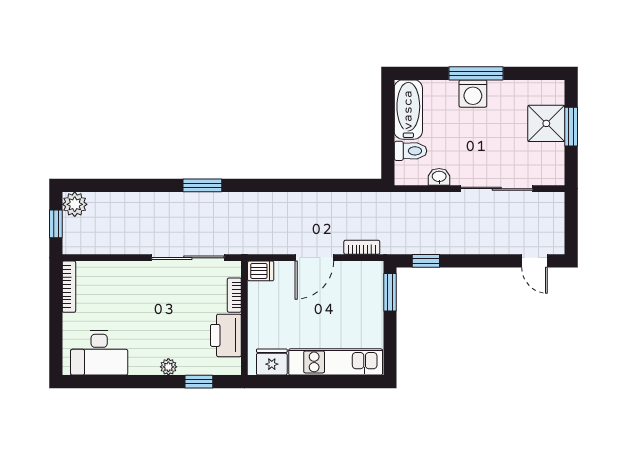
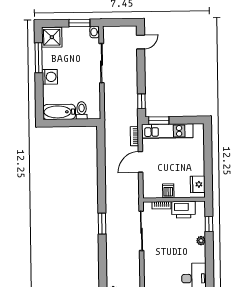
window: (476, 73) -> (39, 58), moved
shower: (546, 123) -> (52, 37), moved
window: (571, 127) -> (79, 23), moved
washbasin: (439, 177) -> (95, 32), moved
door: (314, 258) -> (140, 162), swing flipped
dishwasher: (261, 271) -> (168, 191), moved
kitchen unit: (336, 362) -> (167, 131), moved, turned -90

